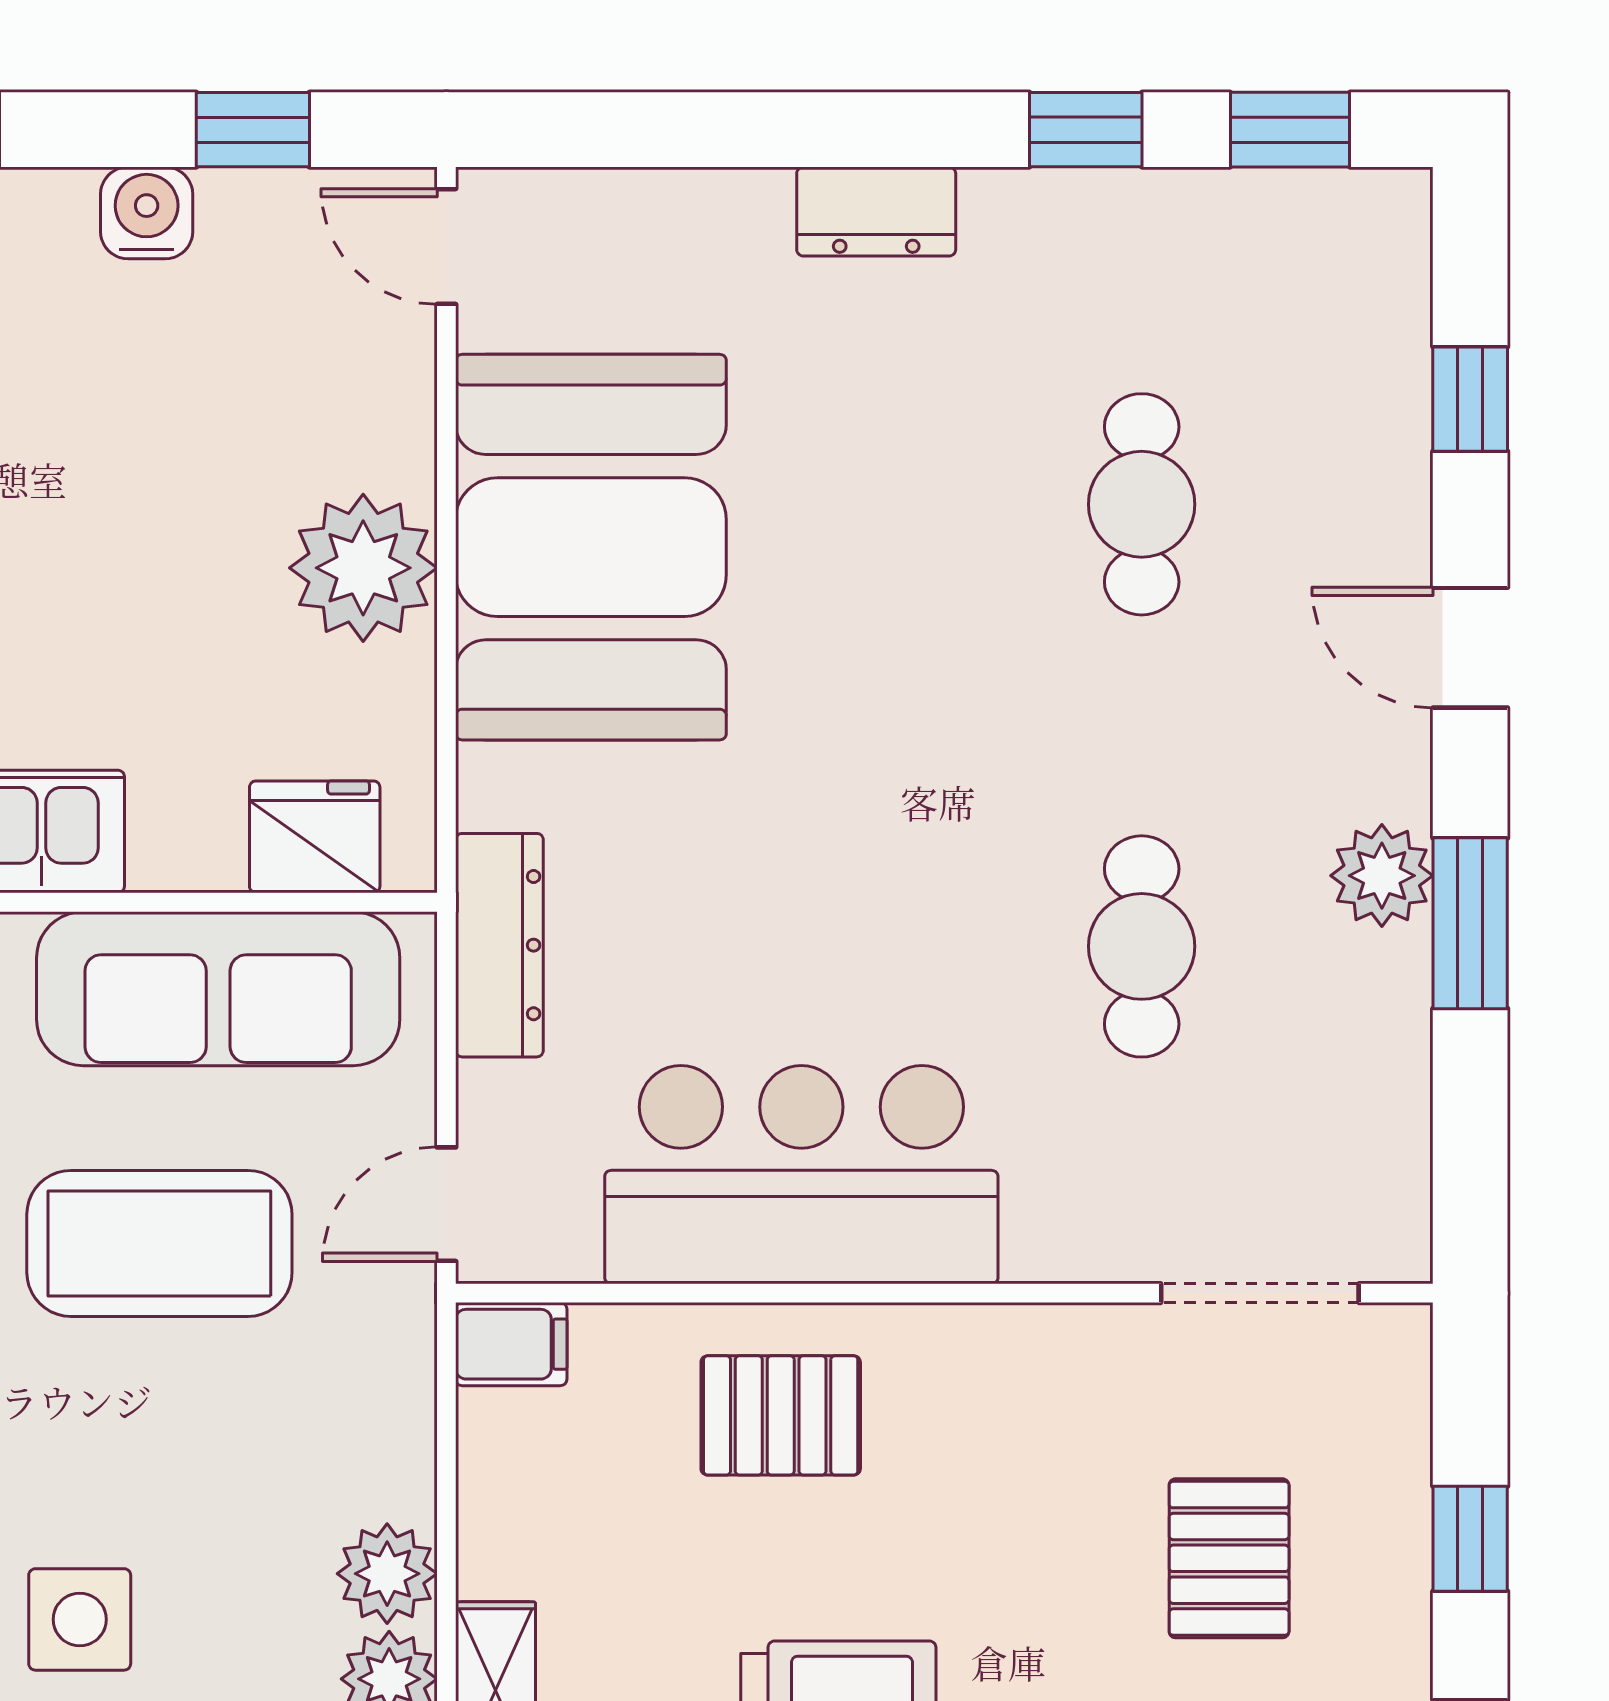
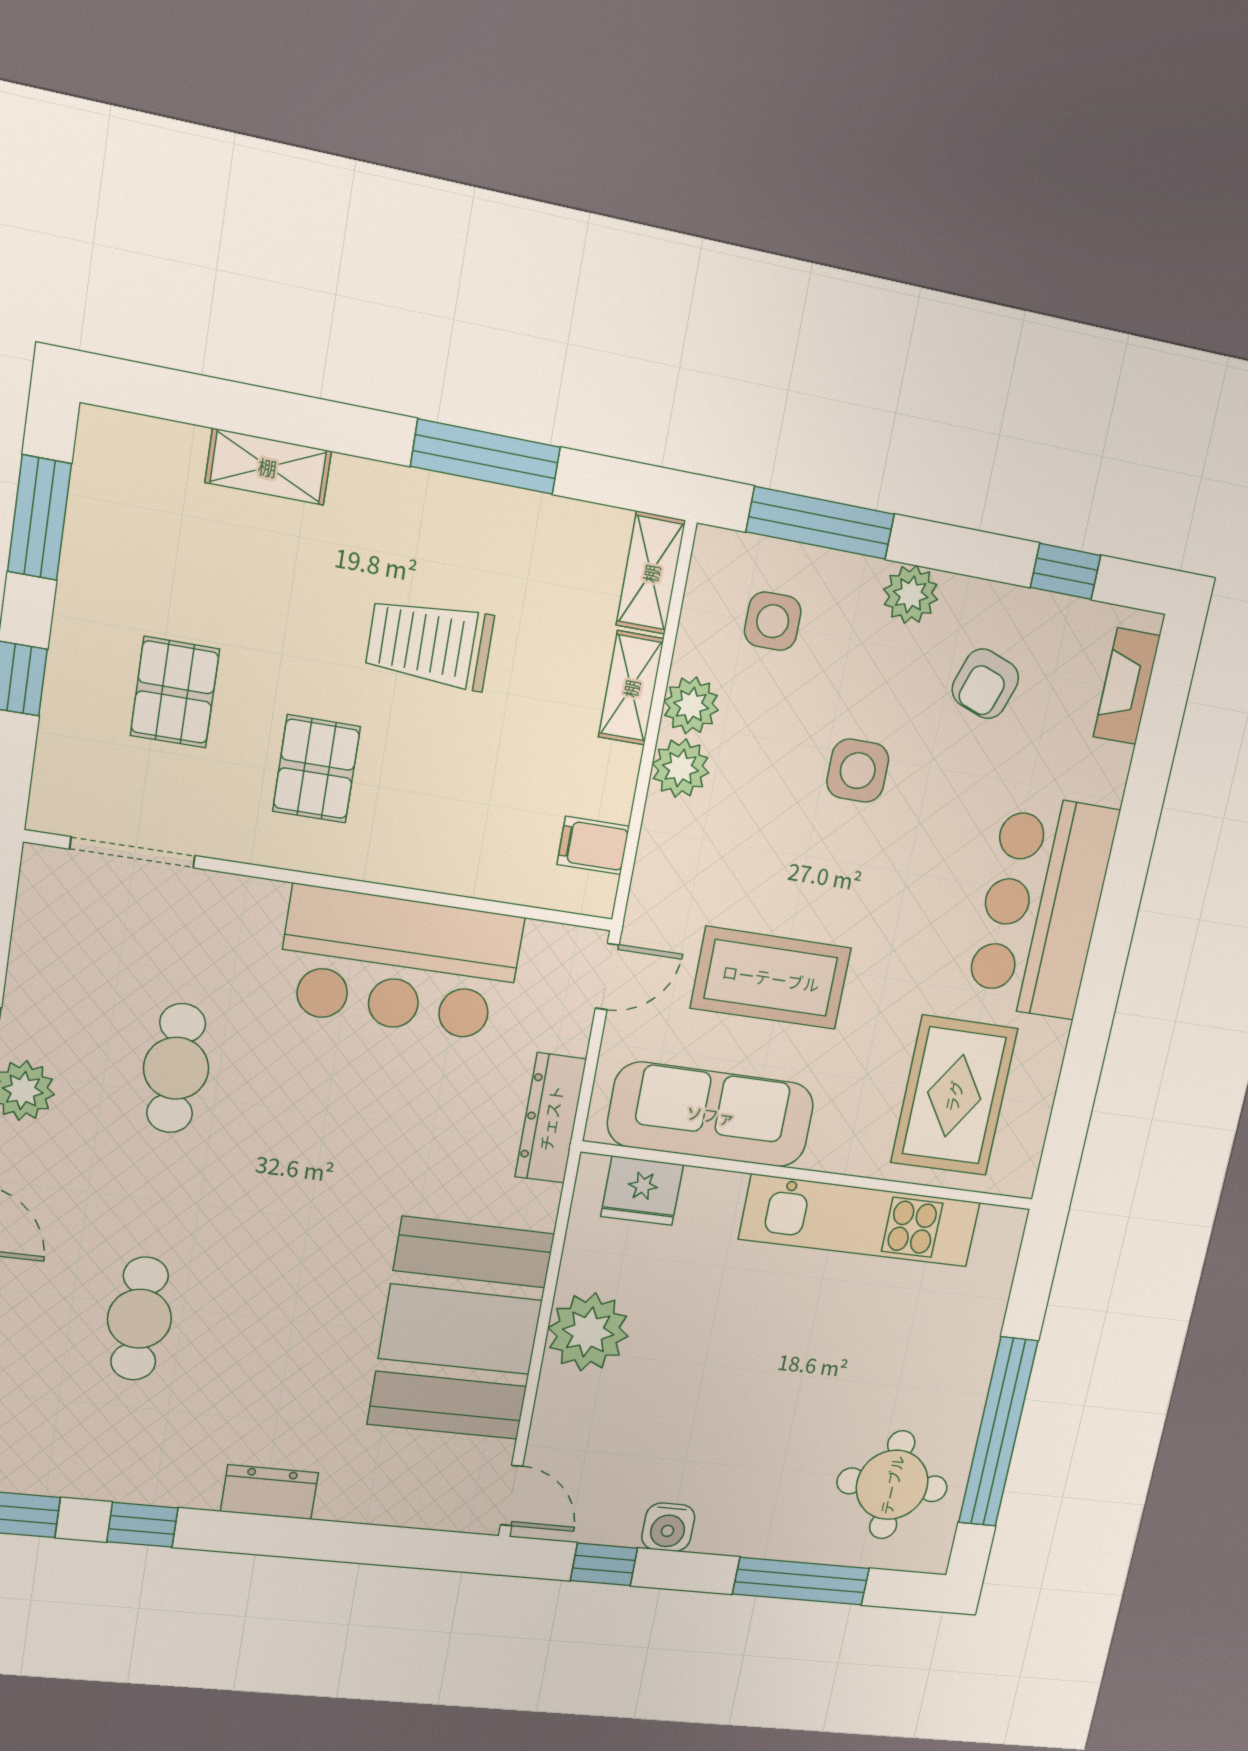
filing cabinet: (511, 1344) -> (593, 845), moved
pallet: (781, 1415) -> (317, 769), moved, turned 90

